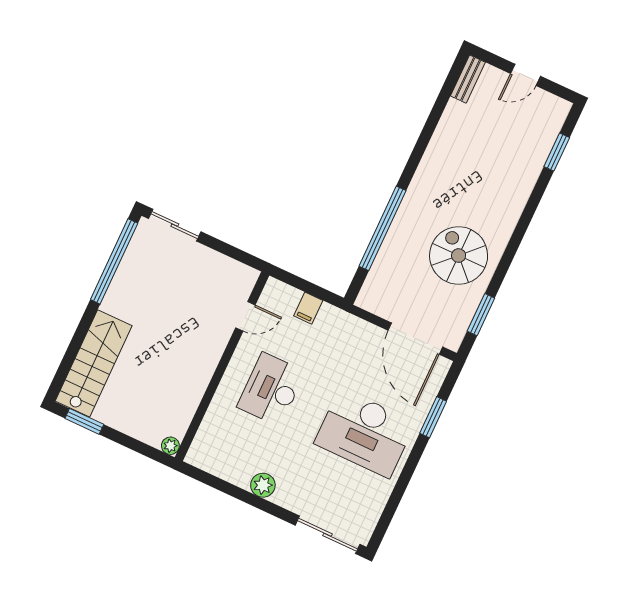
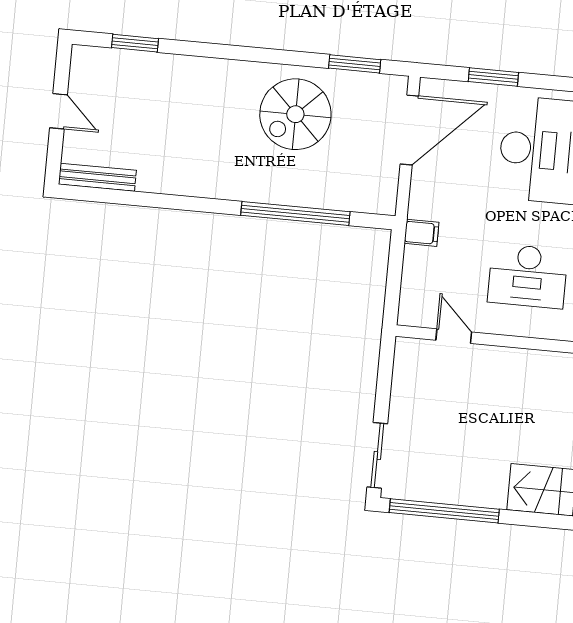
bench: (468, 79) -> (97, 177), width x1.36
filing cabinet: (308, 308) -> (422, 233), moved

